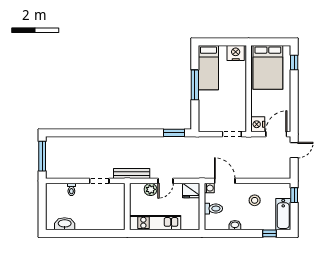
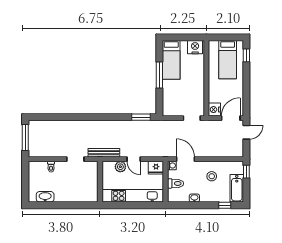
bed: (268, 67) -> (228, 60), width x0.67
door: (166, 181) -> (134, 159), hinge flipped
kitchen unit: (155, 223) -> (133, 196), width x1.36

